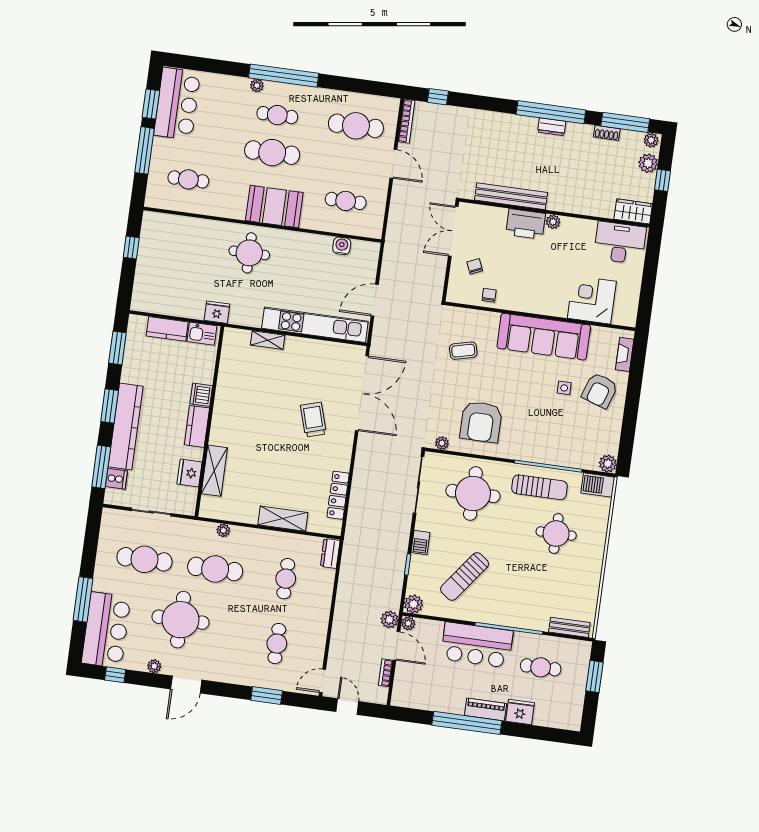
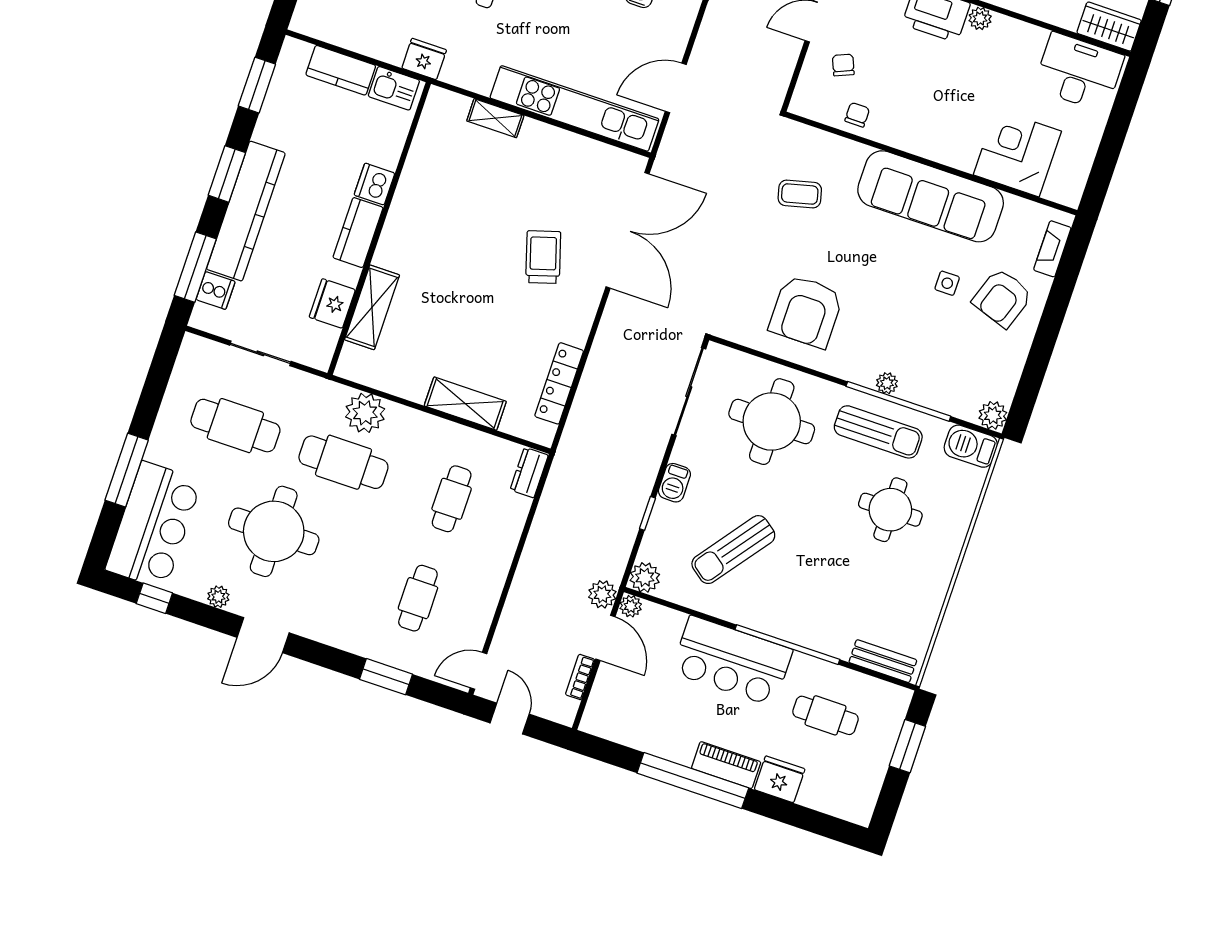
plant: (442, 443) -> (887, 383), moved
plant: (223, 530) -> (365, 413), width x1.88, depth x1.88

